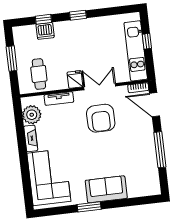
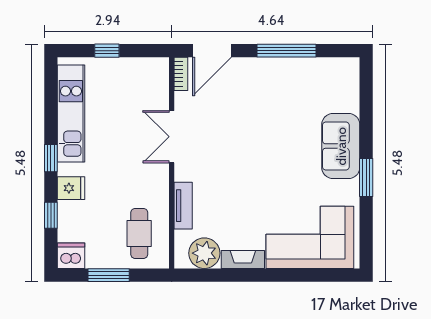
dishwasher: (45, 31) -> (71, 256), moved, turned -90
kitchen unit: (136, 51) -> (71, 113), moved, turned -90
cafe table: (39, 74) -> (139, 233), turned 90
fridge: (75, 80) -> (71, 188), moved, turned 180
armchair: (101, 118) -> (224, 141), removed

